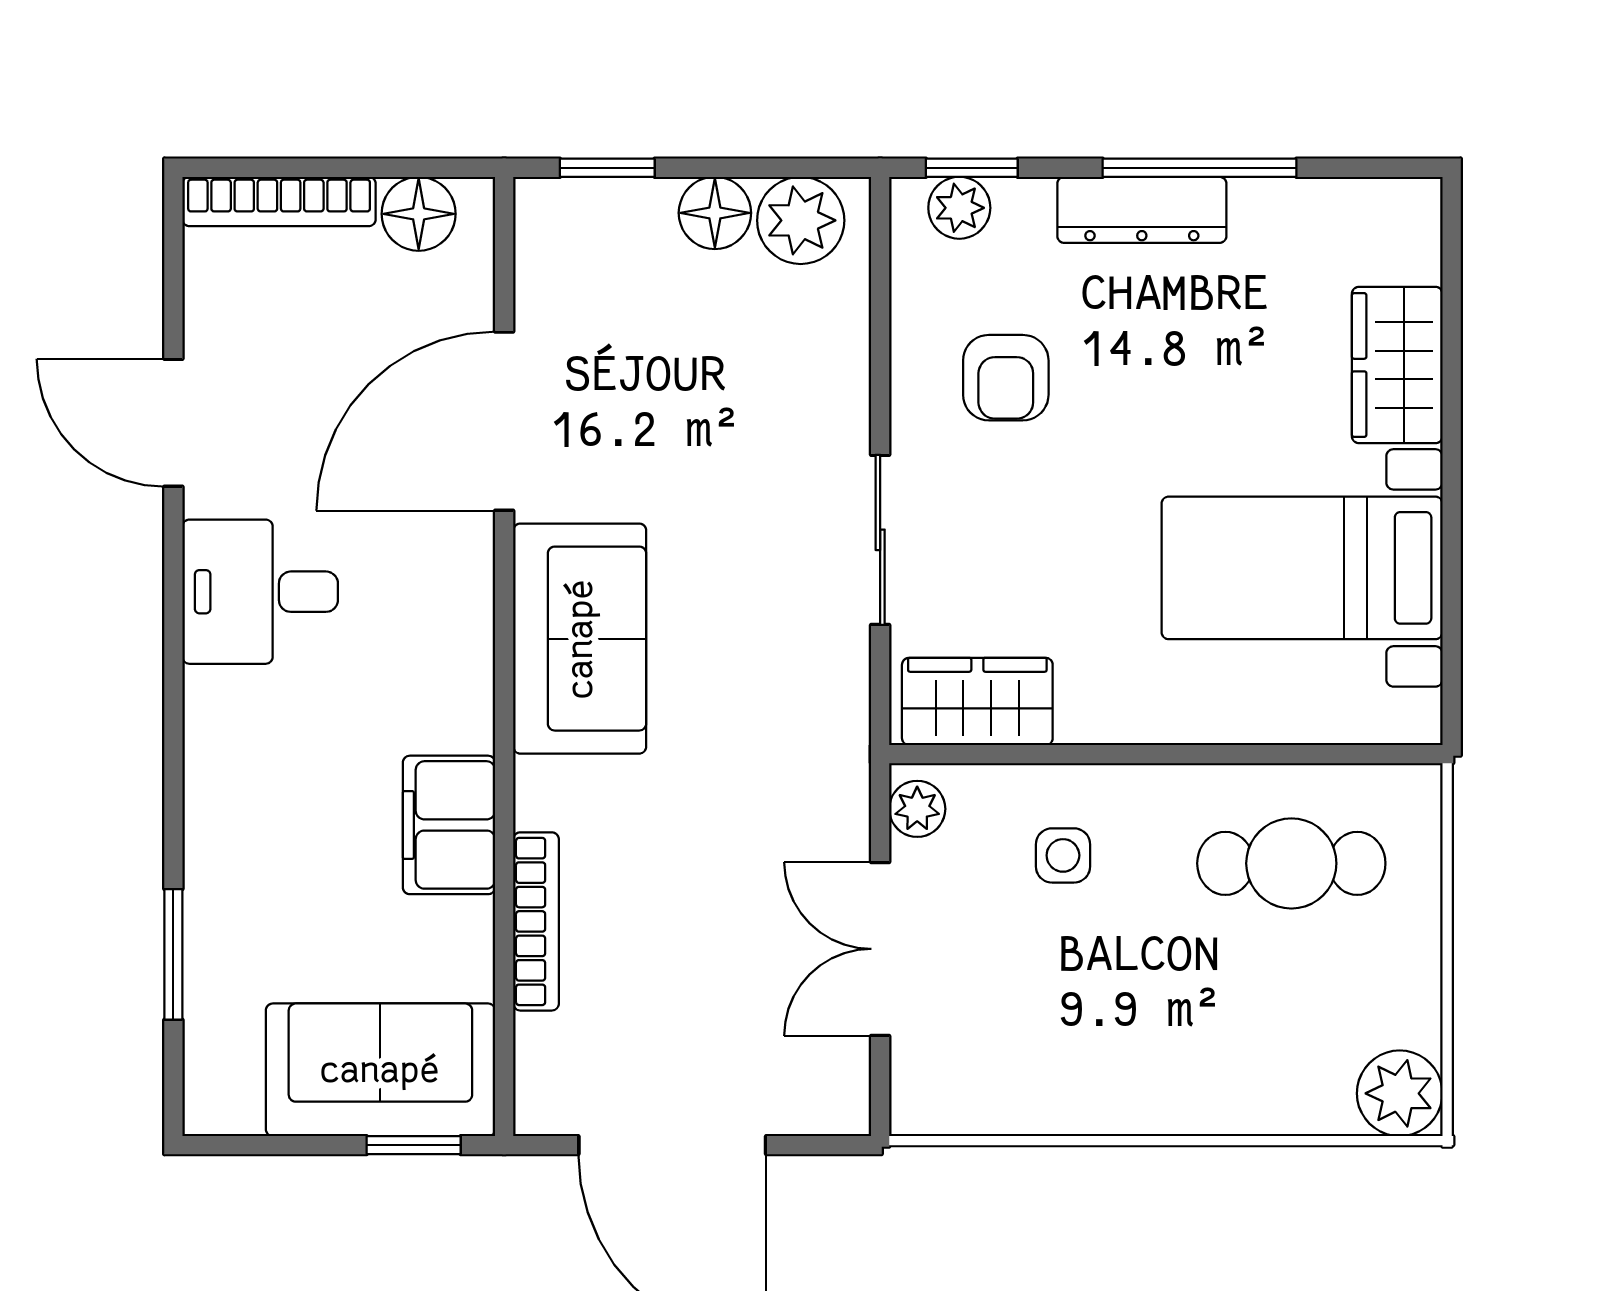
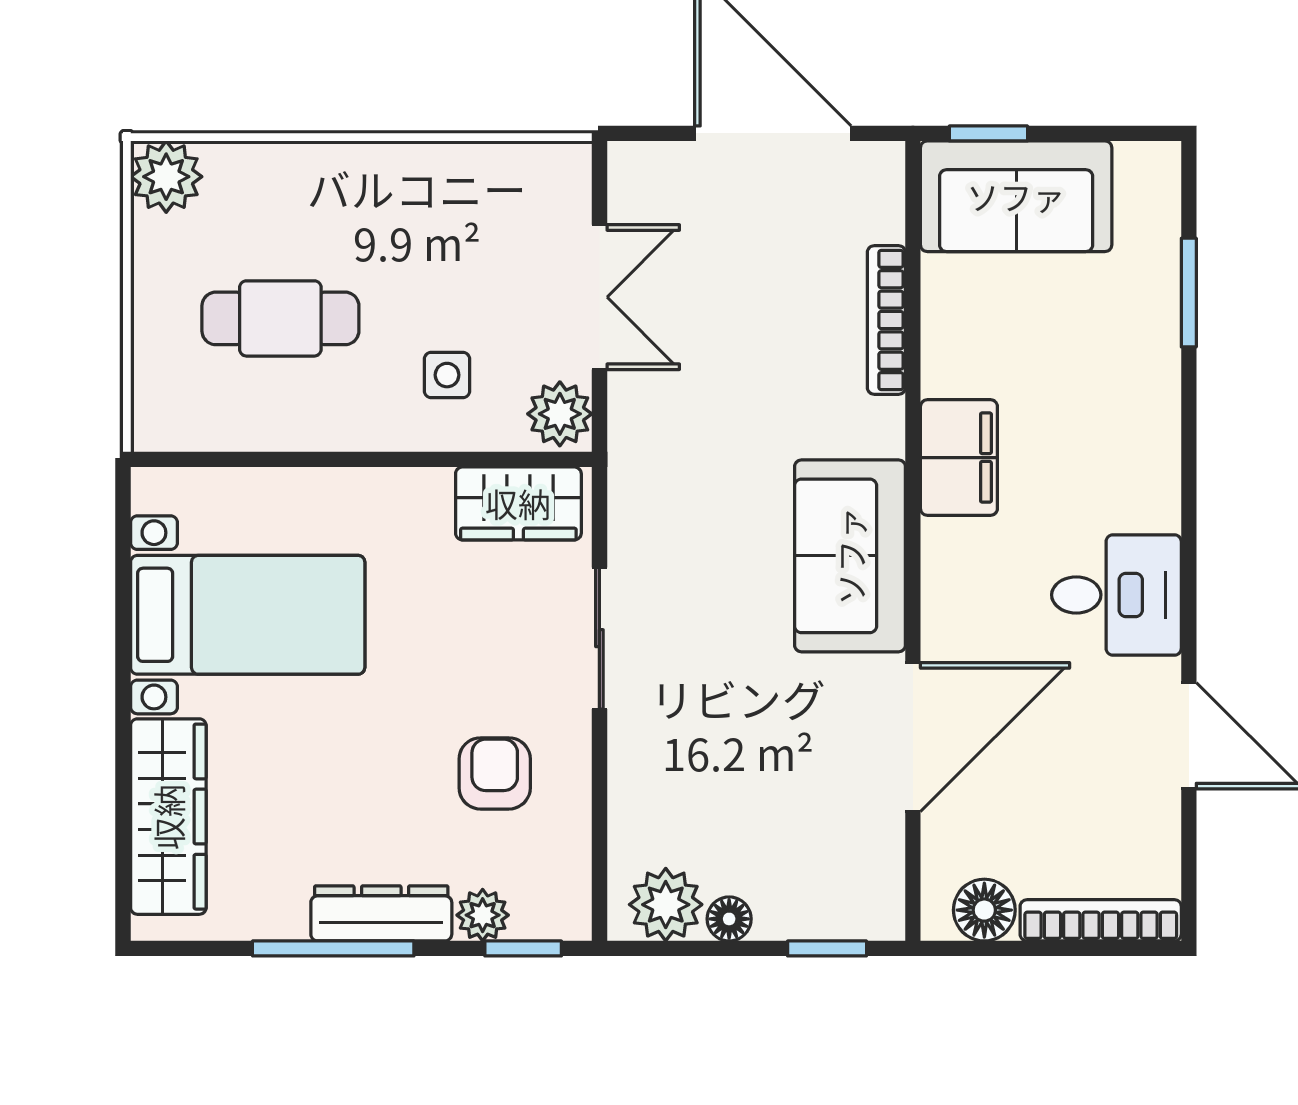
plant: (959, 208) -> (483, 915), moved
floor lamp: (715, 213) -> (729, 919), width x0.73, depth x0.73
wardrobe: (1397, 365) -> (168, 817), width x1.50
plant: (917, 809) -> (560, 414), width x1.38, depth x1.38
filing cabinet: (449, 825) -> (959, 458), moved
cafe table: (1291, 863) -> (280, 318), moved

